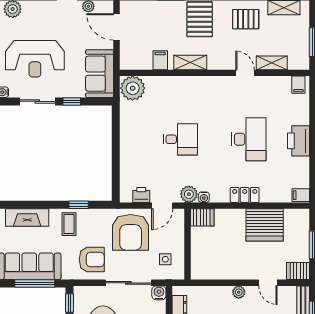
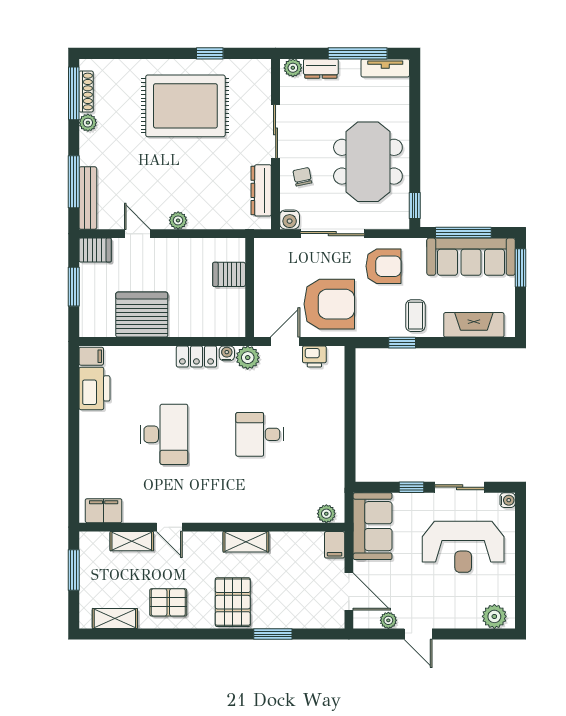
reception desk: (35, 59) -> (463, 547), turned 180
filing cabinet: (160, 60) -> (335, 545), moved
filing cabinet: (298, 85) -> (104, 511), width x2.00
plant: (133, 88) -> (326, 514), width x0.53, depth x0.53
desk: (249, 139) -> (164, 434), turned 180
printer: (298, 141) -> (94, 388), moved
locker: (245, 195) -> (196, 357), moved
server rack: (202, 217) -> (229, 274), moved
armchair: (131, 232) -> (329, 304), turned 90
armchair: (92, 259) -> (384, 266), turned 180
side table: (165, 259) -> (281, 266), removed

